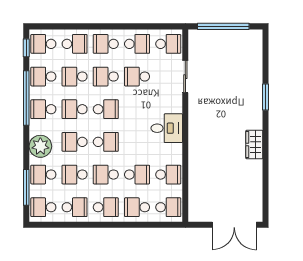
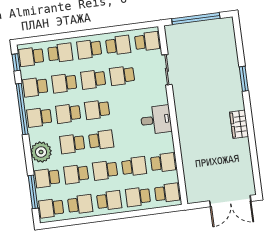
school desk: (106, 109) -> (97, 110), turned 180

